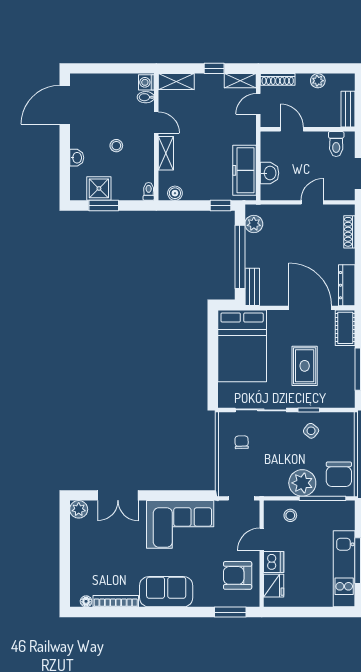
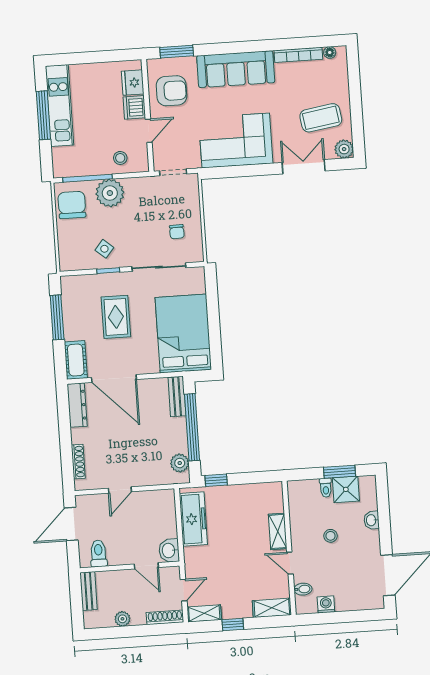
washing machine: (146, 82) -> (326, 604), moved, turned -90
washbasin: (270, 173) -> (169, 550), moved
toilet: (149, 191) -> (326, 488), moved
boiler: (175, 193) -> (265, 490), removed
coffee table: (99, 540) -> (321, 118), added
sofa: (166, 592) -> (236, 69), width x1.36

